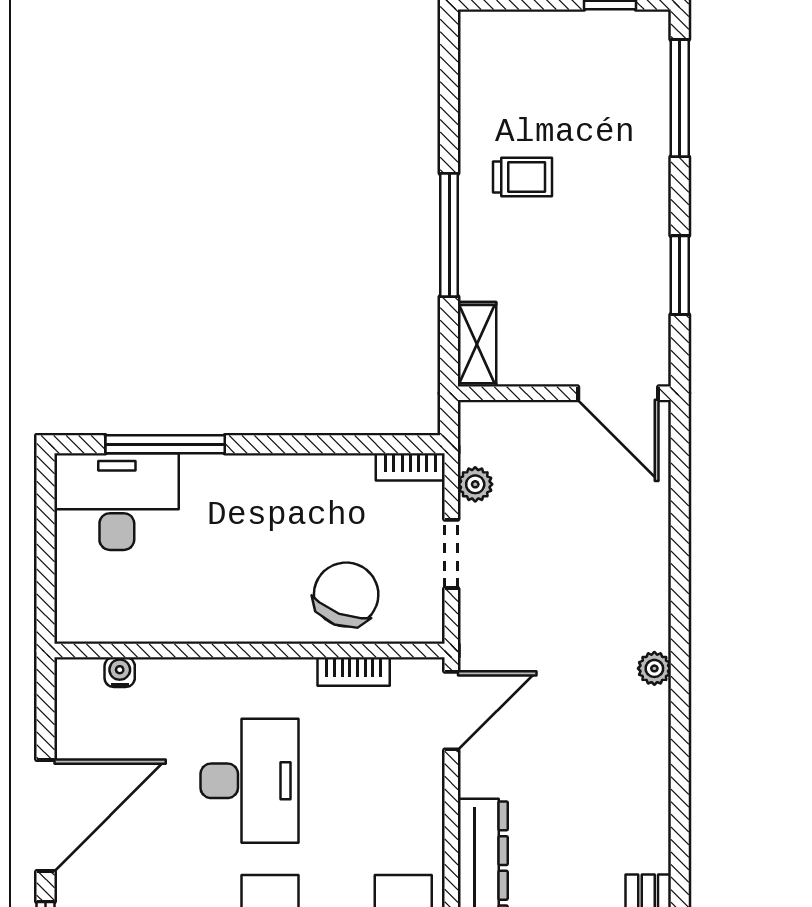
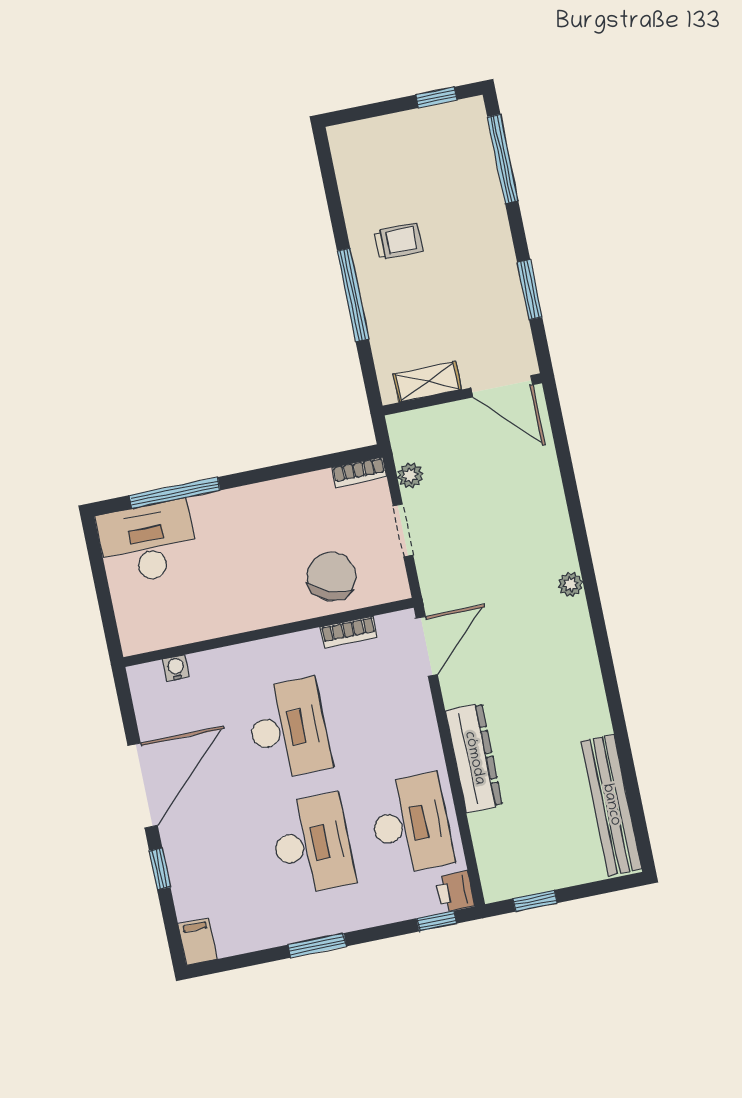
shelving: (477, 344) -> (427, 382), moved, turned 90

